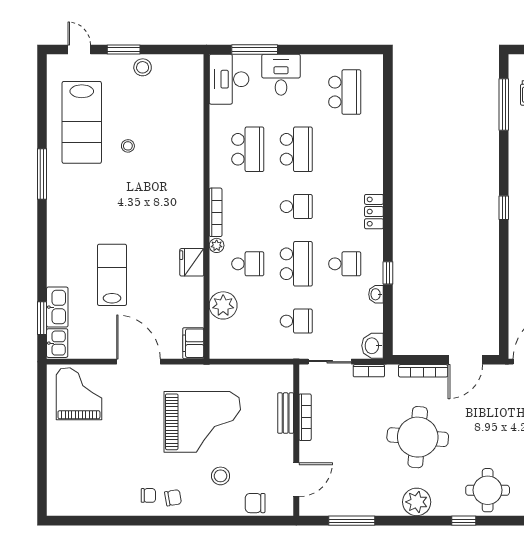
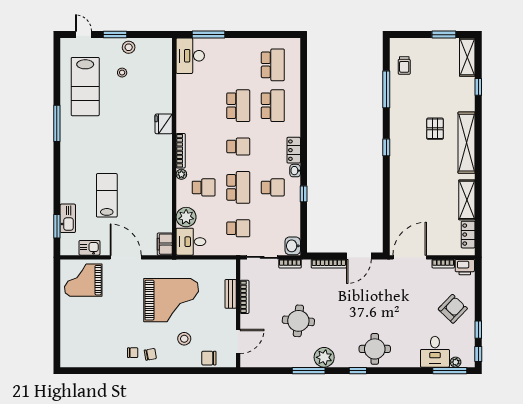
desk: (281, 75) -> (191, 242), moved, turned -90
window: (504, 105) -> (386, 89), moved
stool: (128, 146) -> (122, 73), moved
school desk: (248, 149) -> (273, 106), moved
fridge: (192, 262) -> (164, 124), moved
washbasin: (376, 294) -> (295, 171), moved
kitchen sink: (57, 343) -> (89, 248), moved, turned -90
grand piano: (79, 394) -> (83, 280), turned -90
round table: (418, 437) -> (298, 321), moved, width x0.73, depth x0.73
window: (352, 521) -> (309, 371), moved

